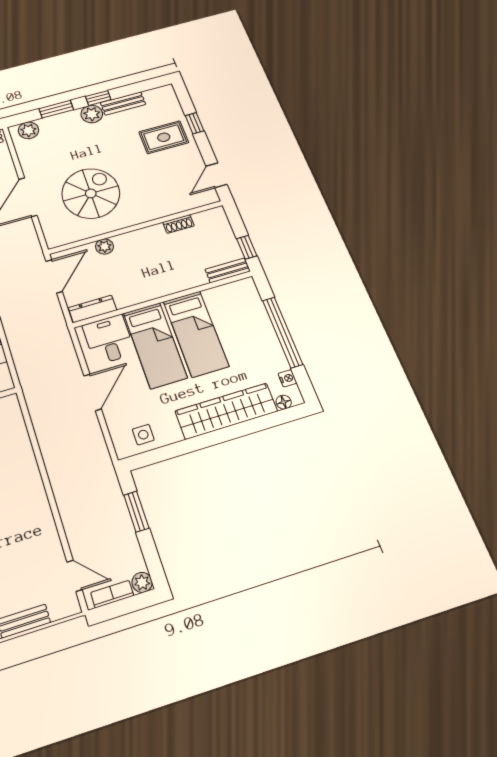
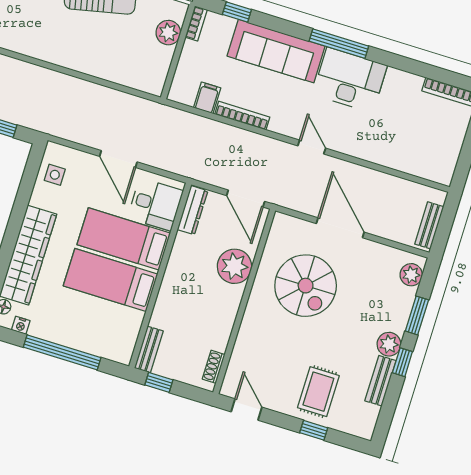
shoe rack: (179, 224) -> (214, 367), moved
plant: (104, 247) -> (234, 266), width x1.87, depth x1.87

